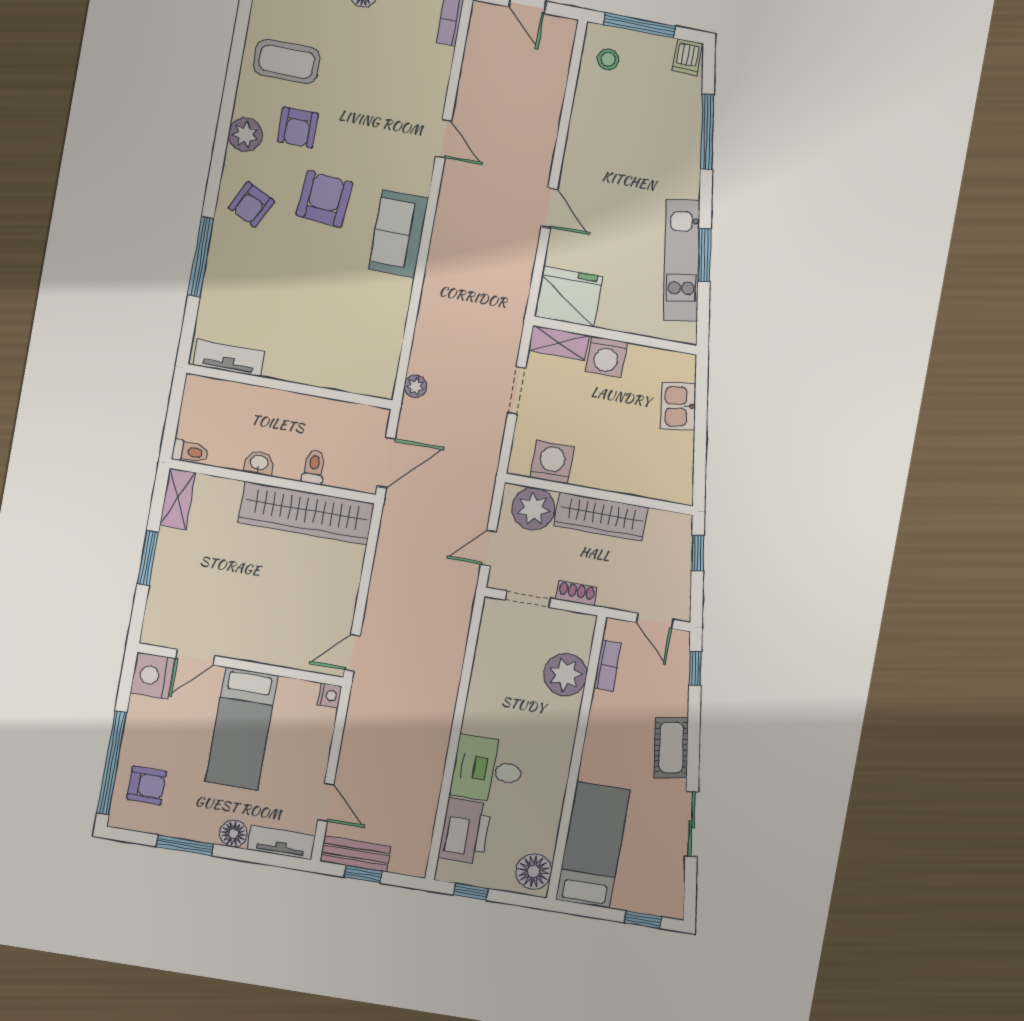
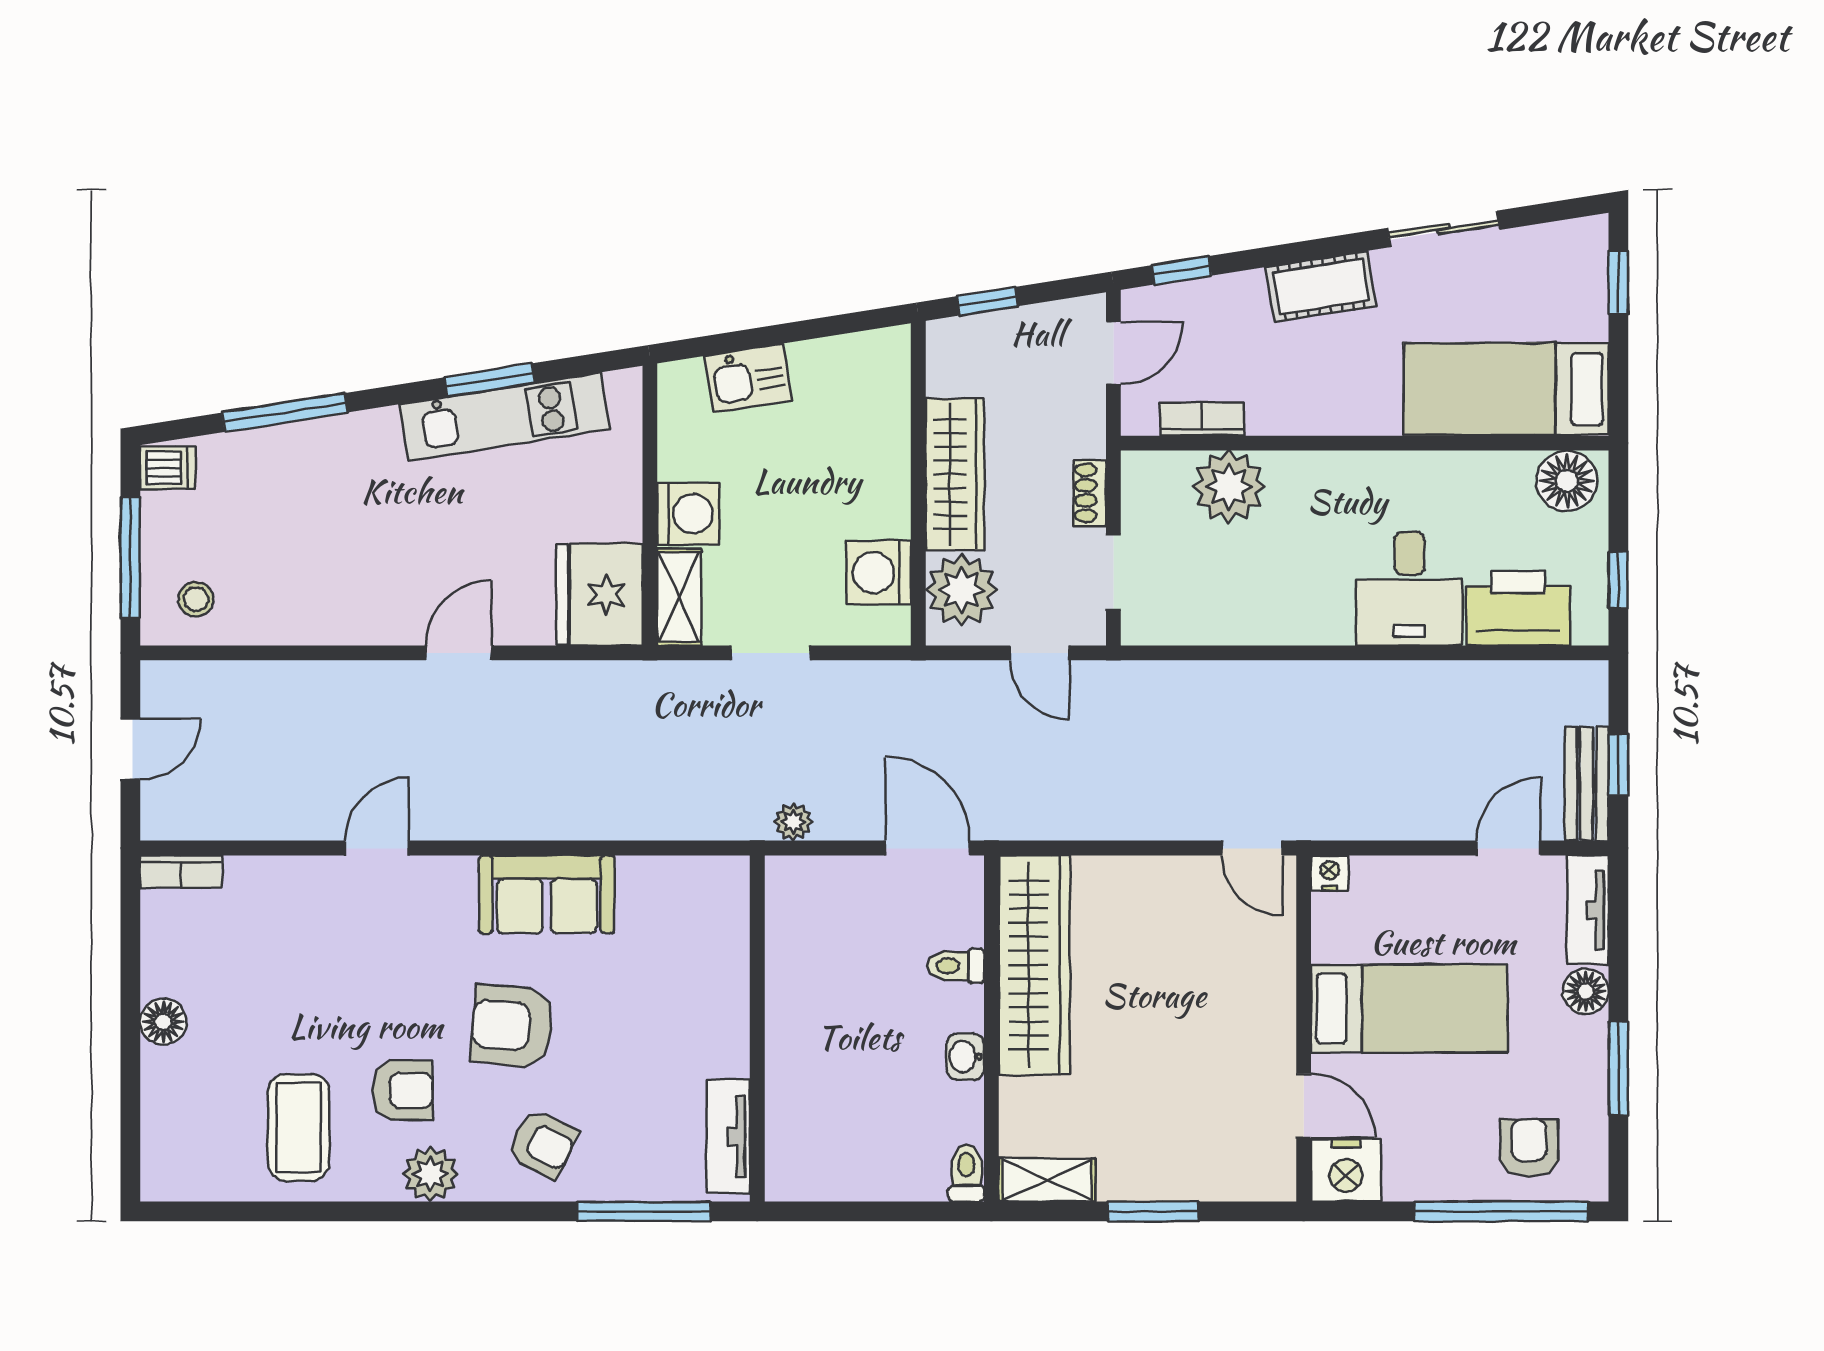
tv unit: (229, 358) -> (728, 1137), moved
wall: (290, 387) -> (757, 1029), moved

